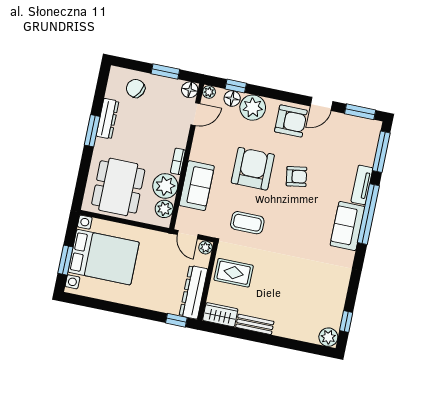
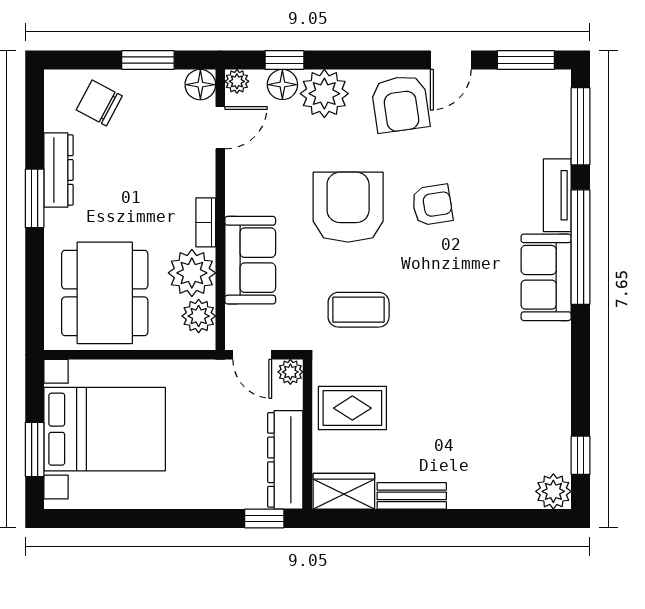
armchair: (291, 121) -> (400, 104), turned 82

